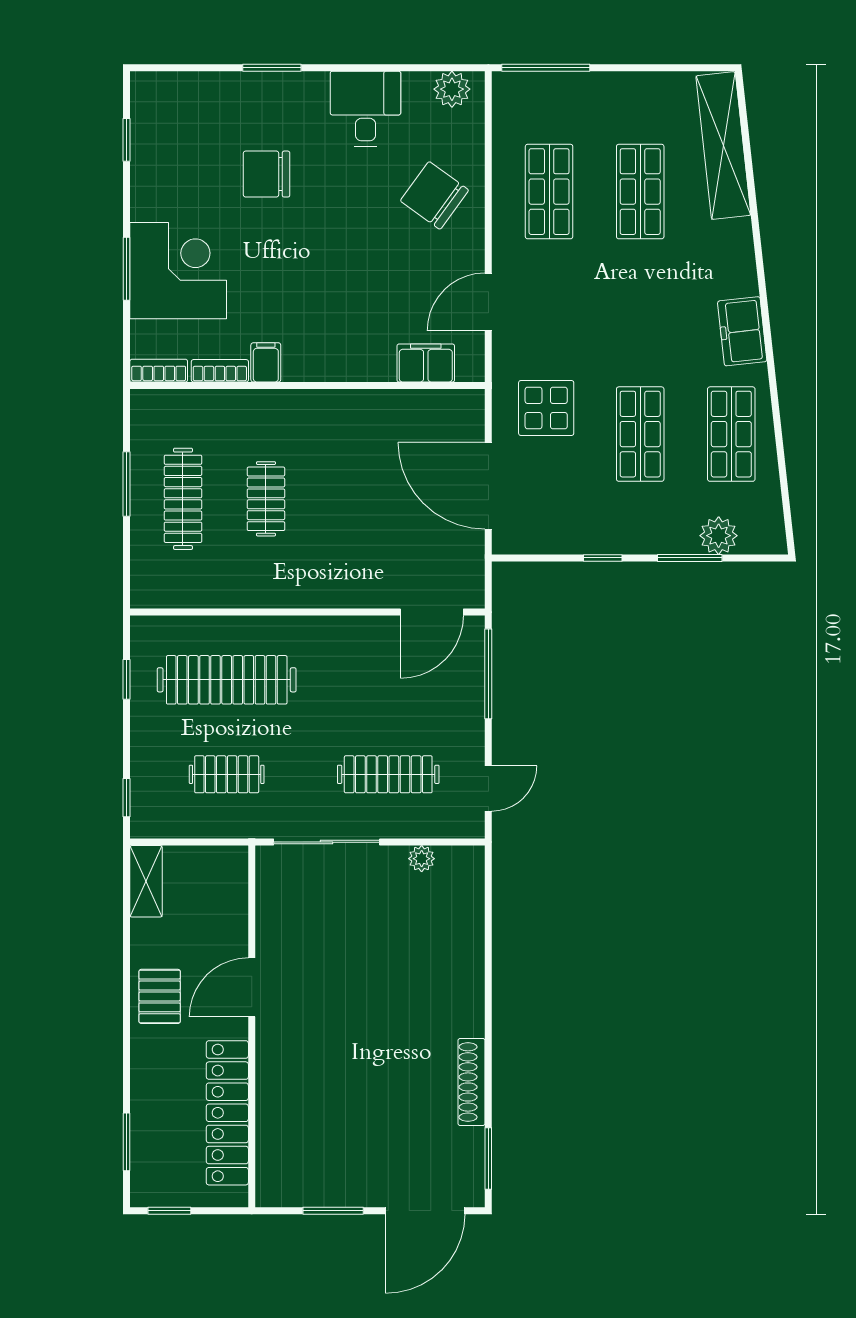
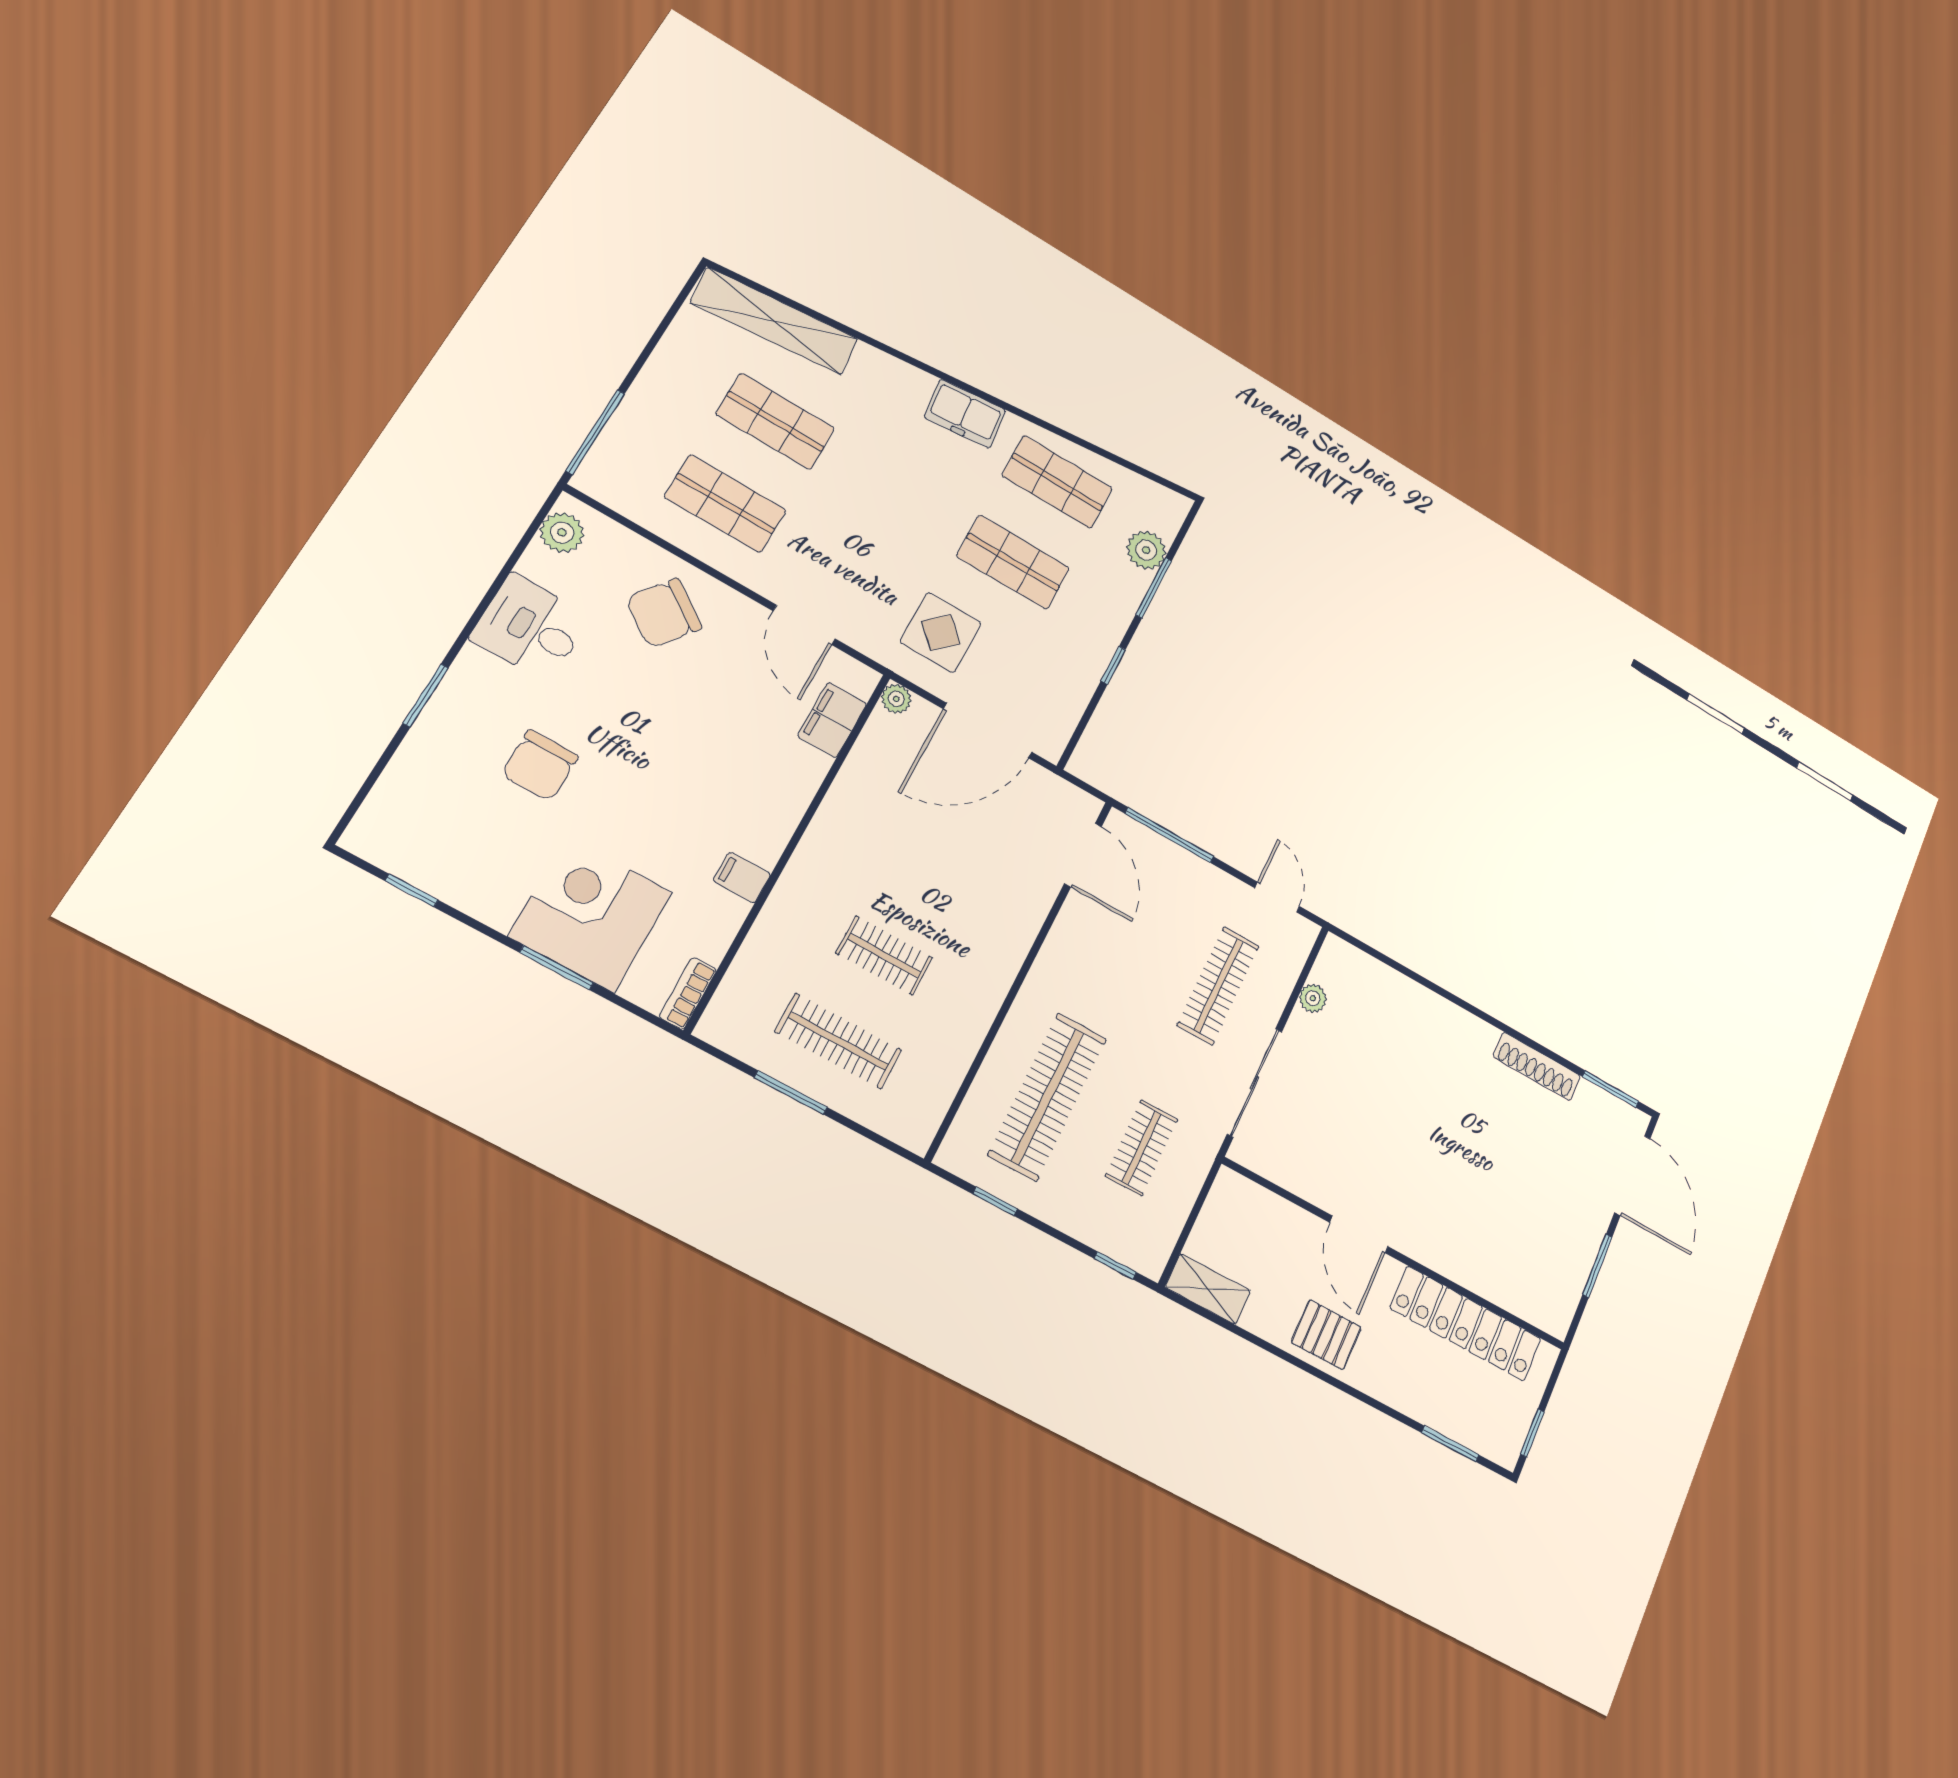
bookcase: (220, 371) -> (724, 929), removed
plant: (472, 402) -> (896, 699), added

